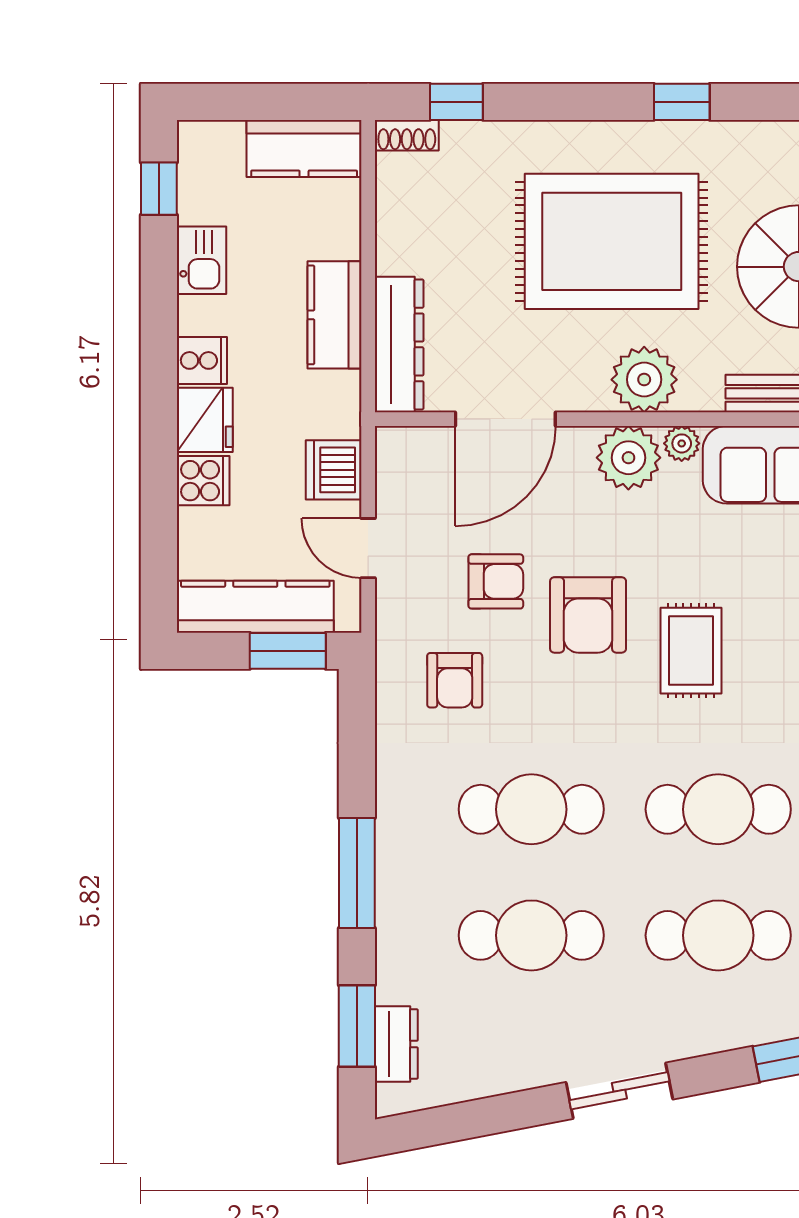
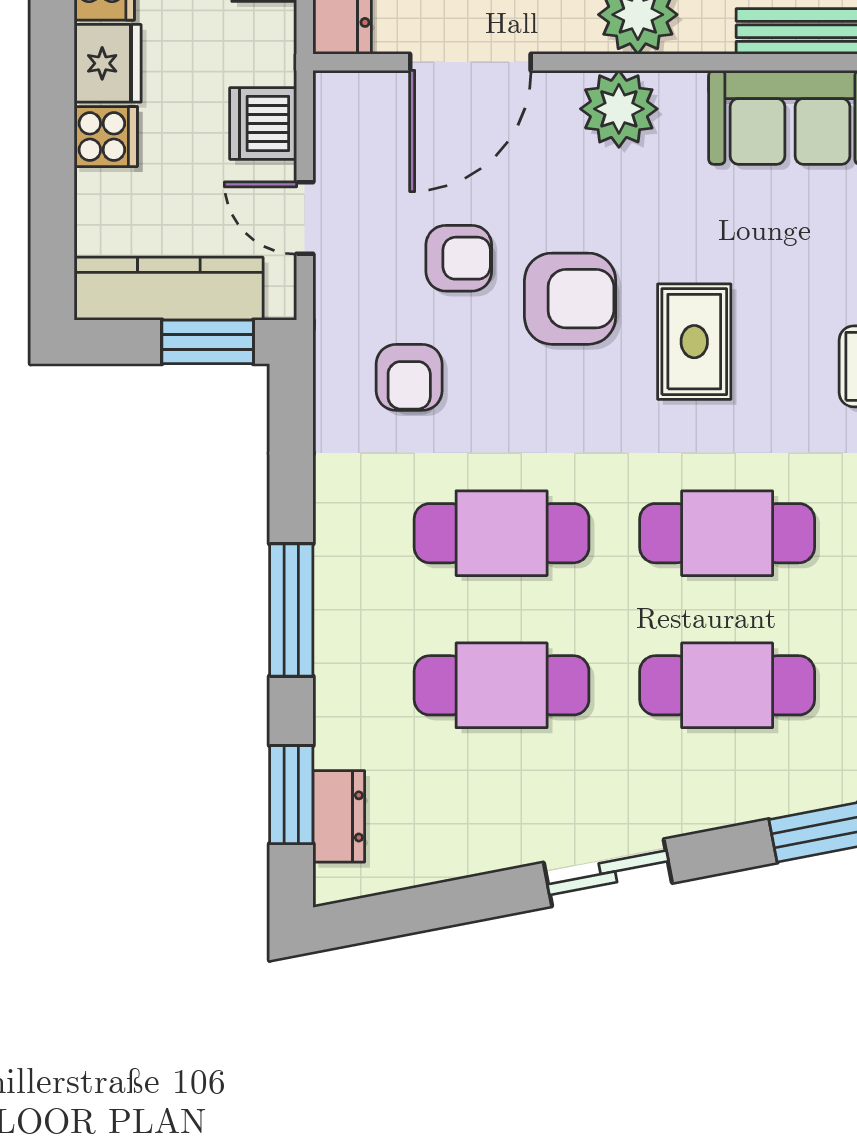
plant: (682, 443) -> (683, 92), removed
armchair: (588, 615) -> (570, 299), turned -90

